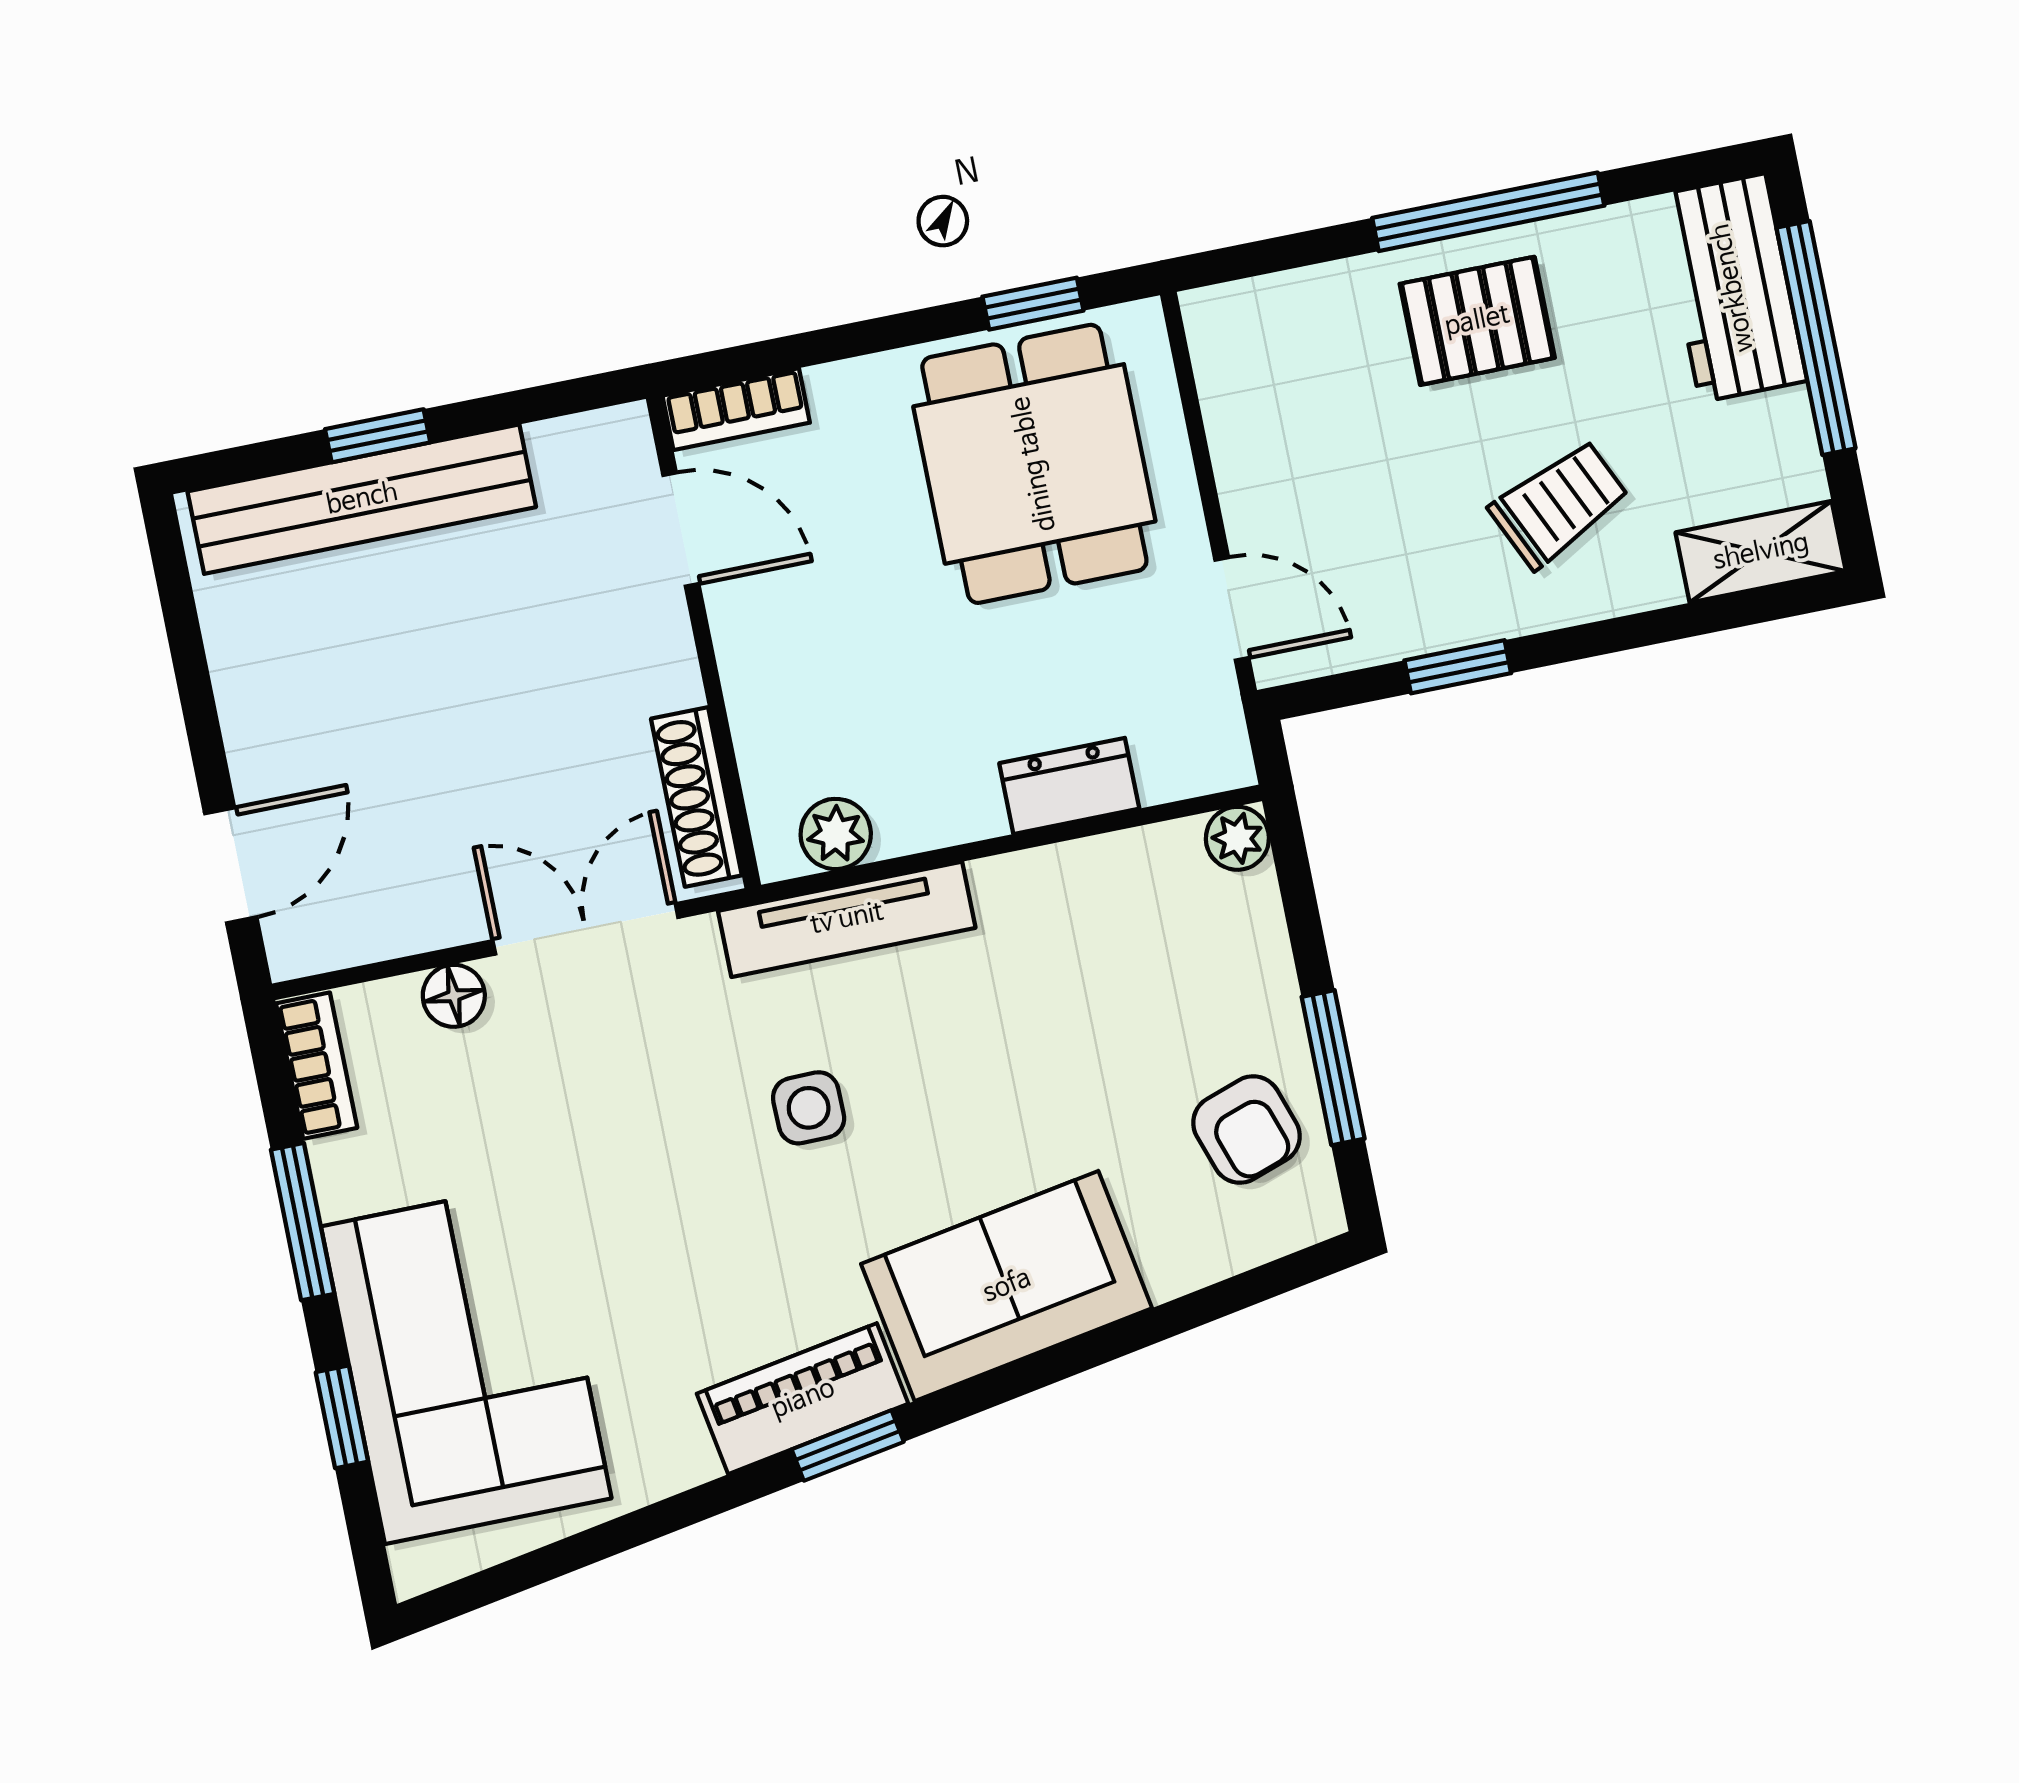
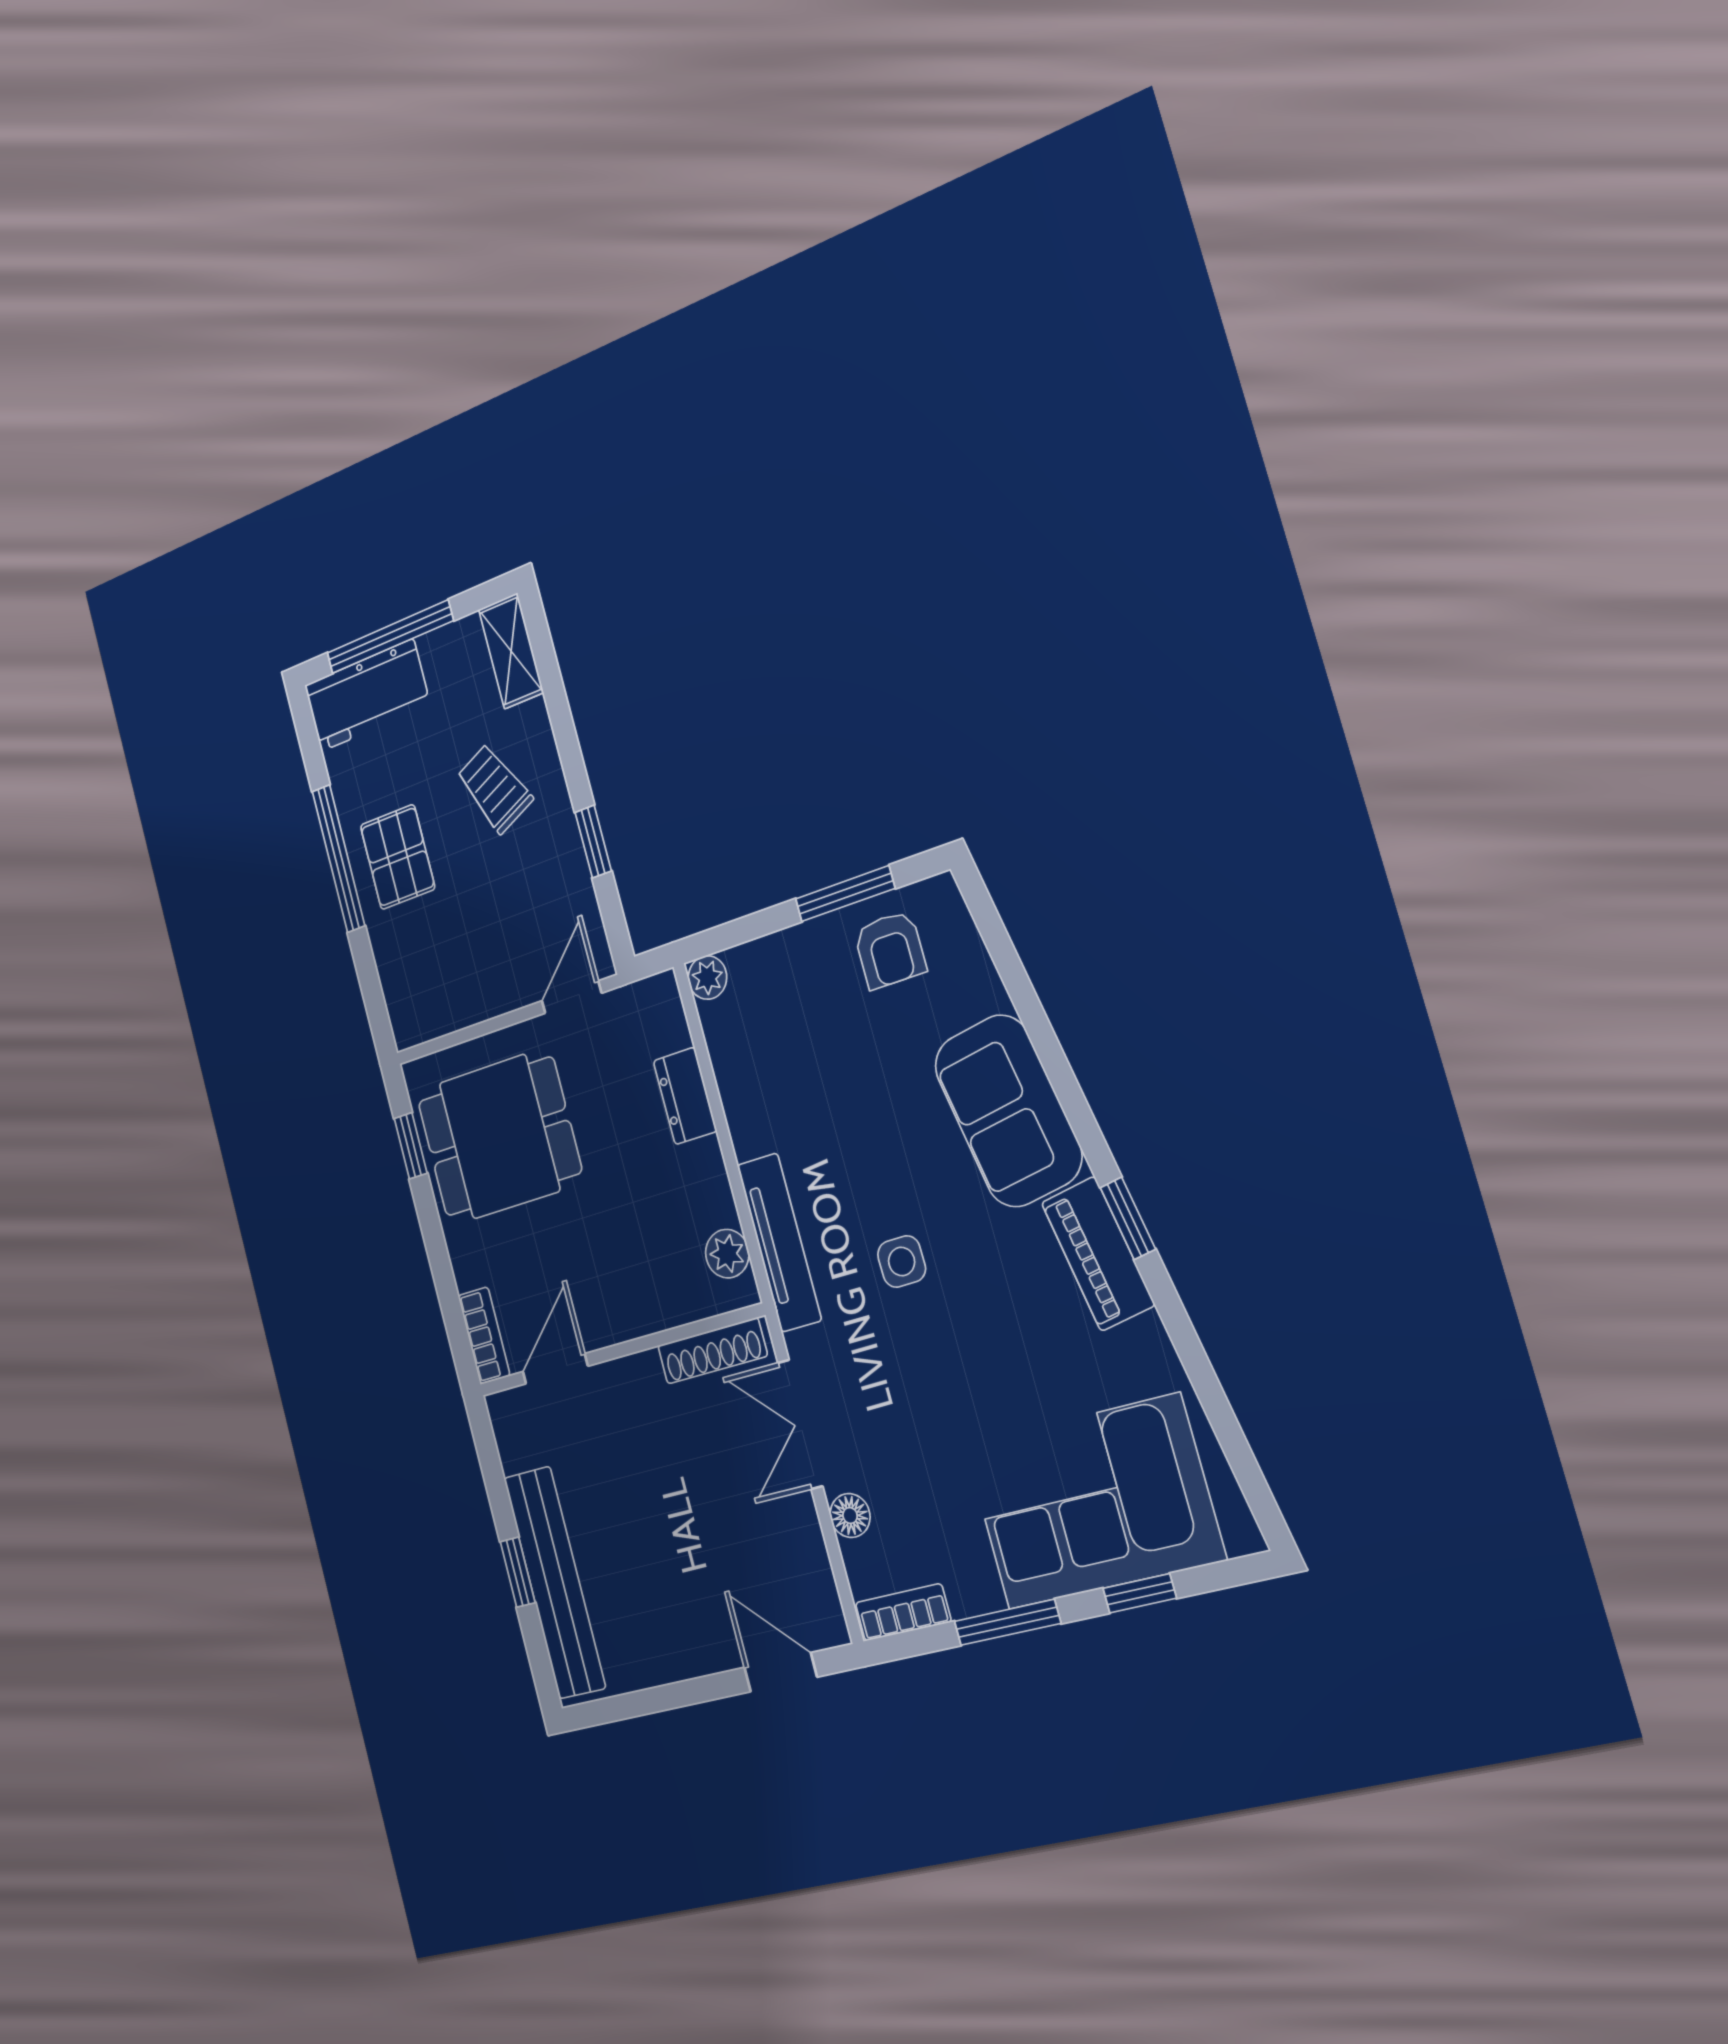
armchair: (1246, 1129) -> (890, 950), turned 109

